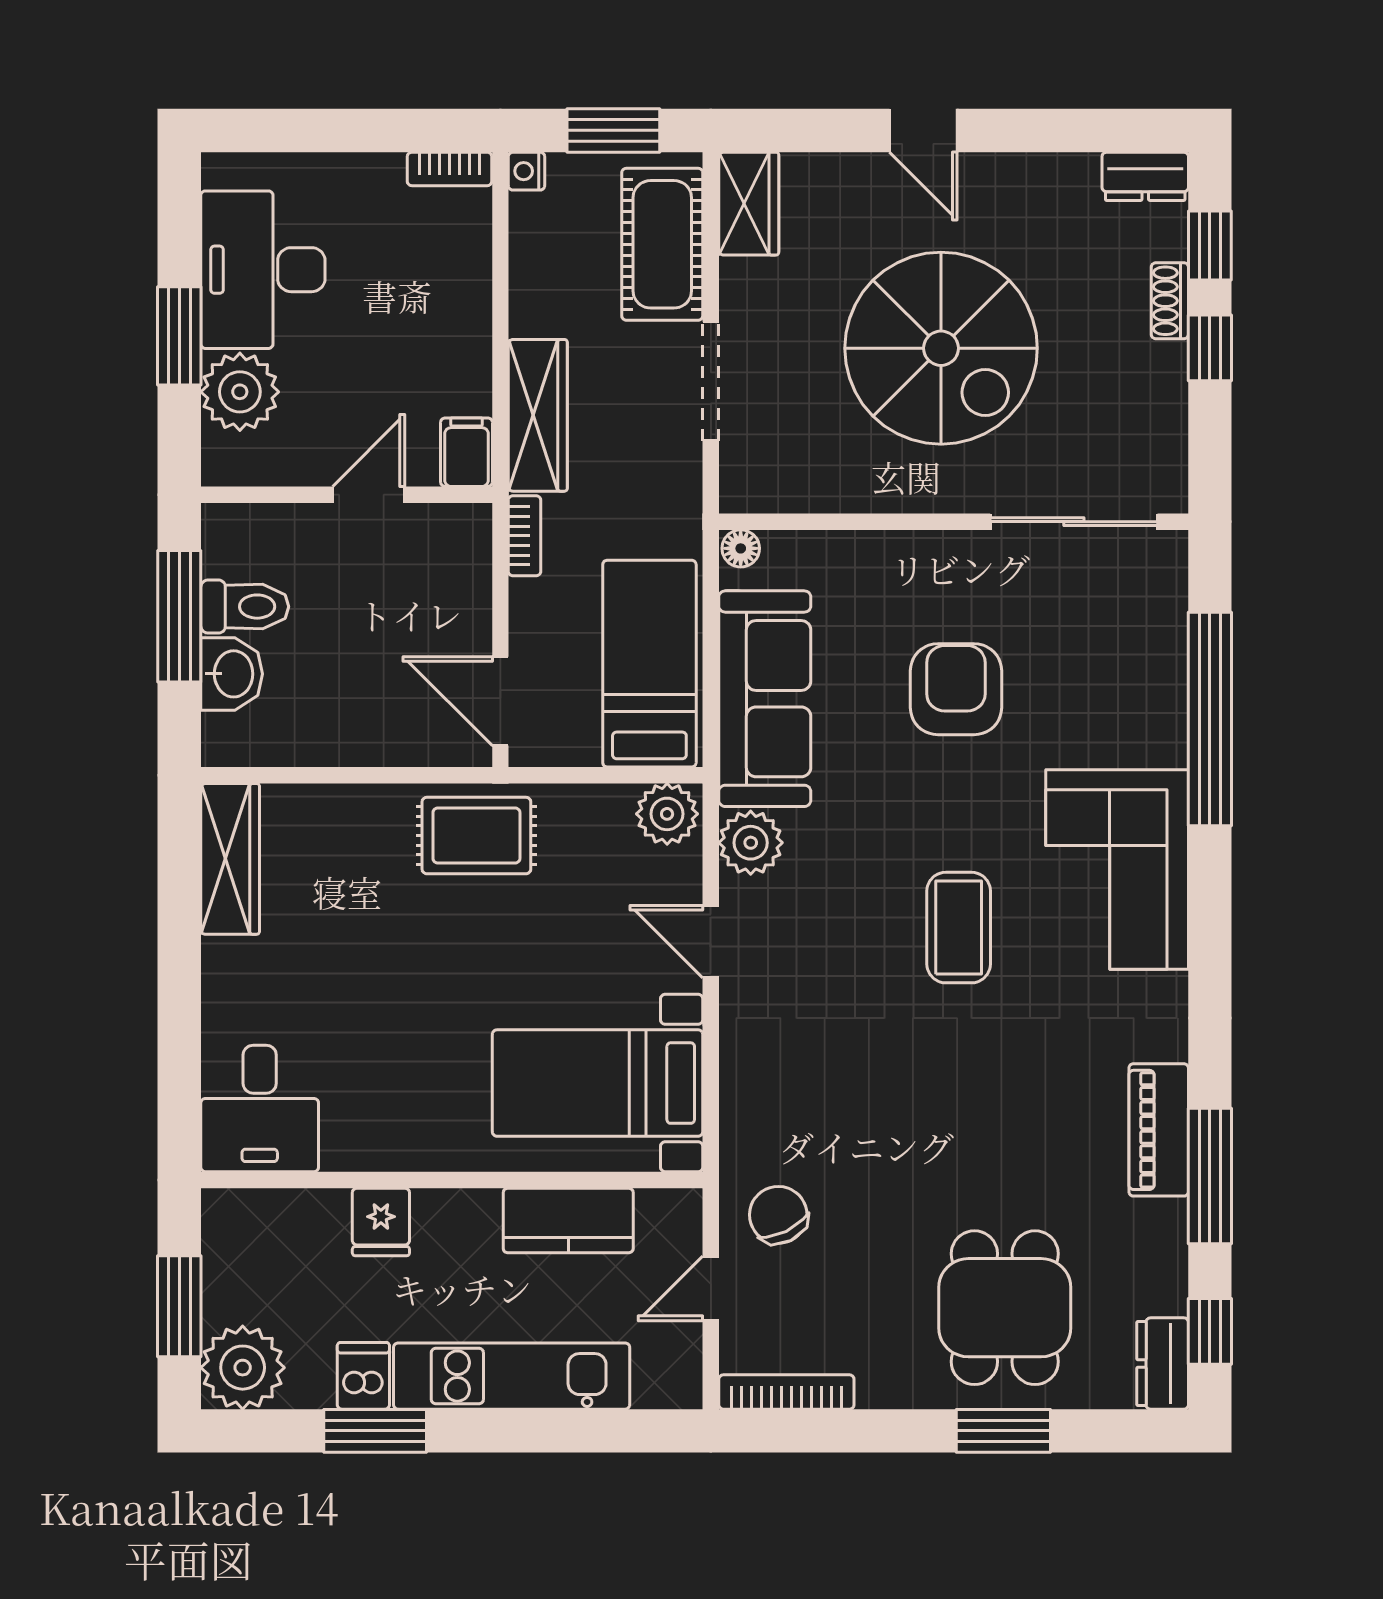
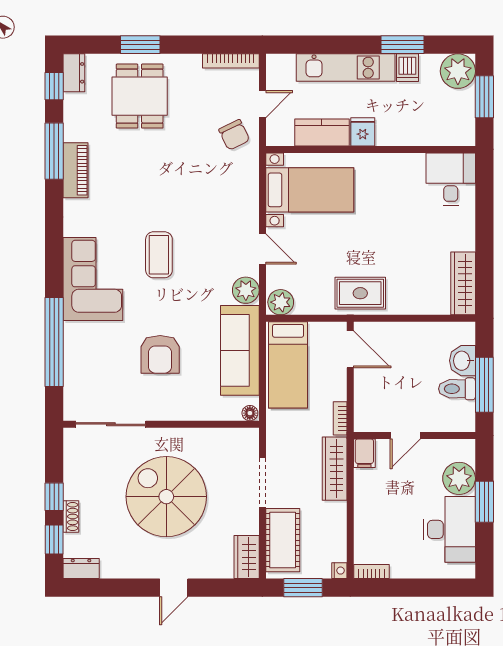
door: (923, 130) -> (174, 588), swing flipped
fridge: (381, 1222) -> (363, 132), moved

